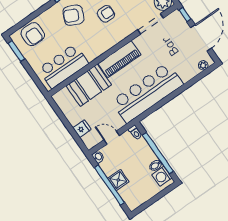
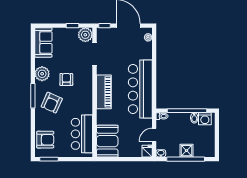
booth: (89, 85) -> (107, 141), moved
fridge: (82, 129) -> (147, 151), moved

